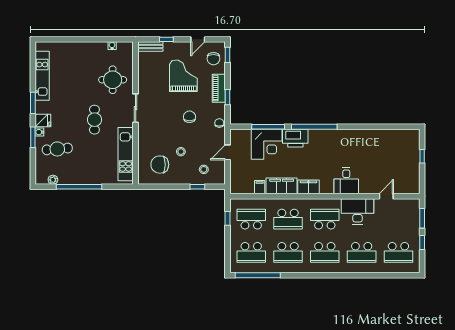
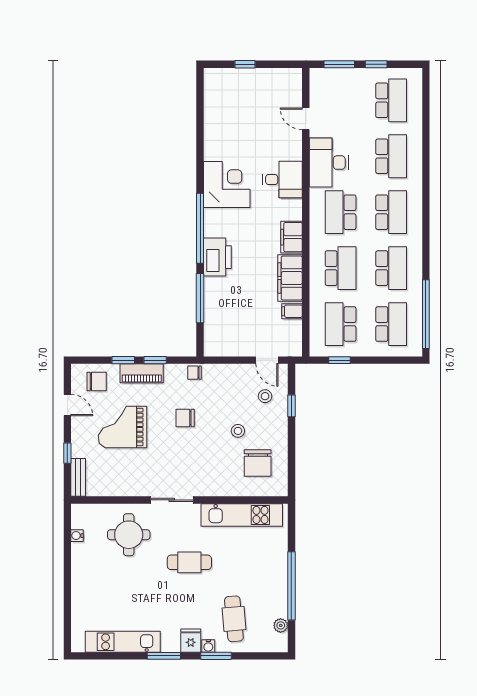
window: (228, 55) -> (123, 360), moved
corner desk: (267, 144) -> (227, 184), moved
door: (228, 152) -> (267, 360), moved

